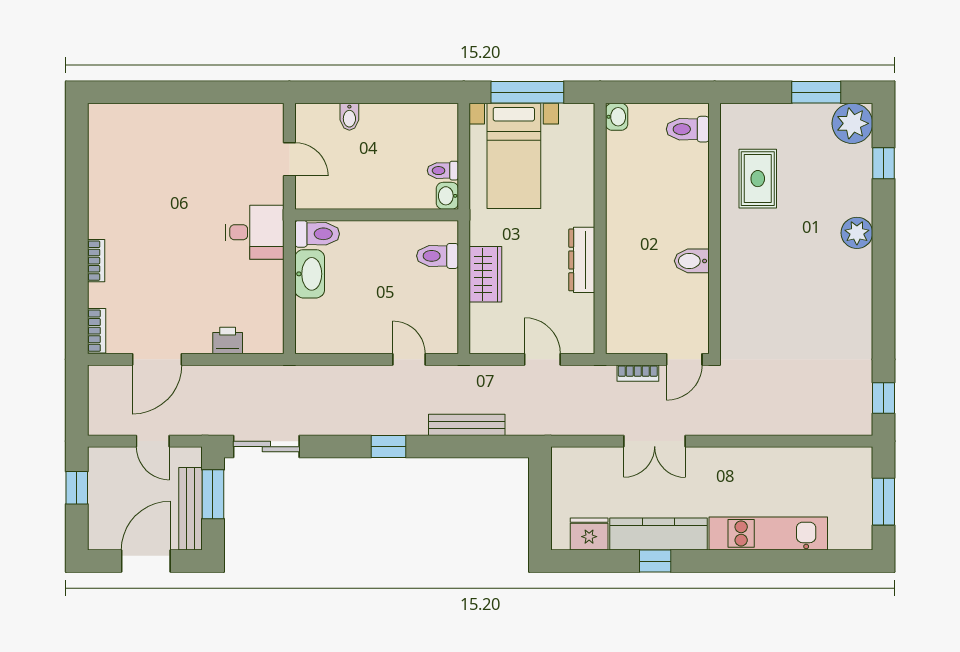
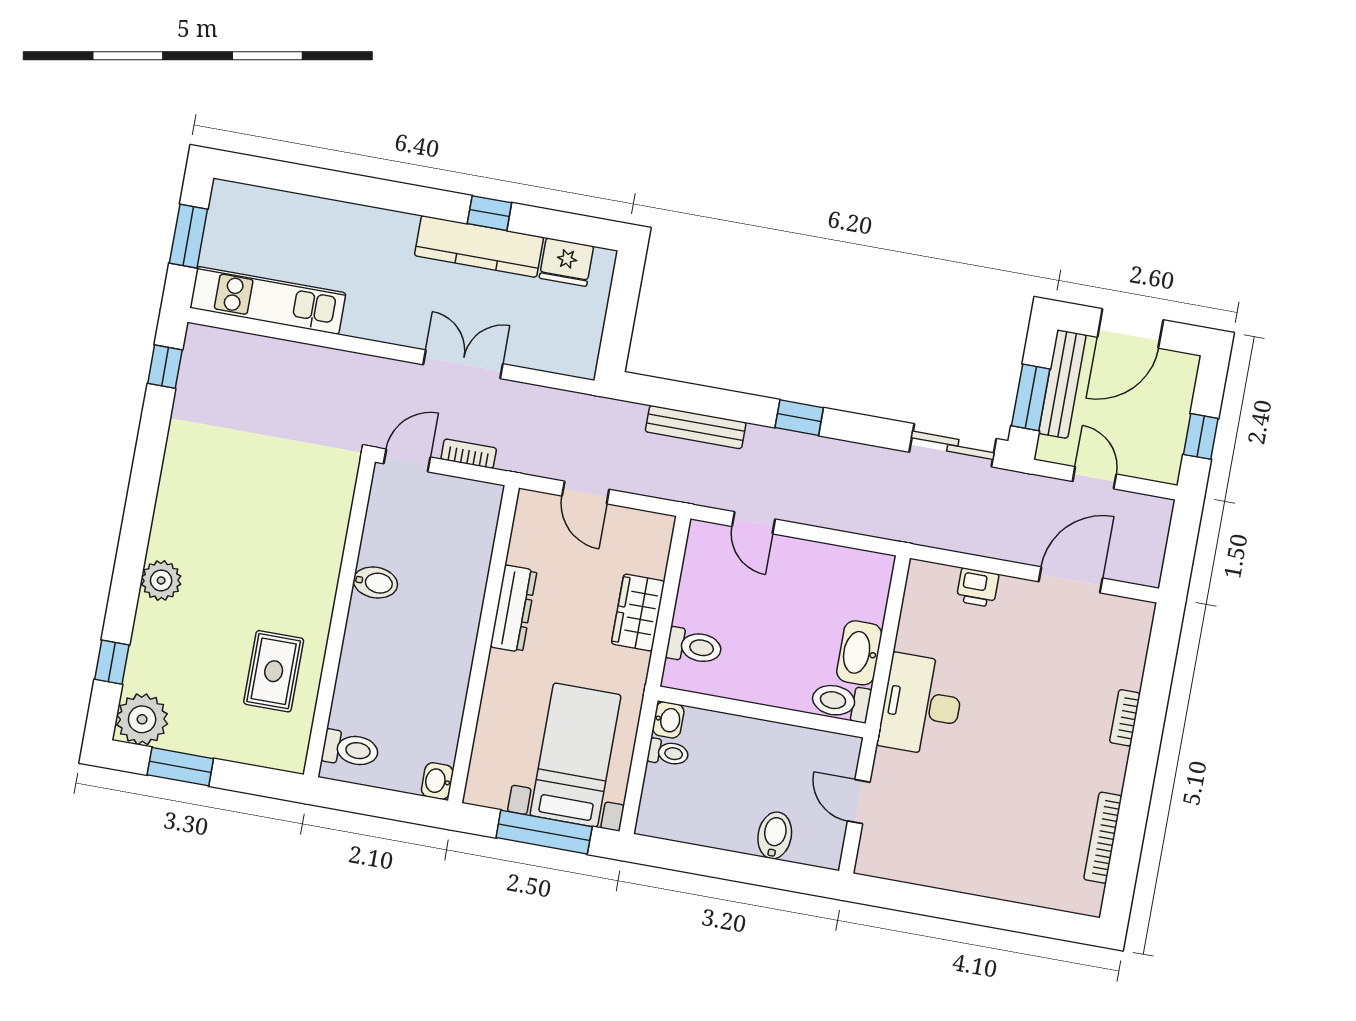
bidet: (349, 117) -> (775, 835), width x1.38, depth x1.36
desk: (255, 232) -> (921, 705), width x1.37
bookcase: (97, 331) -> (1103, 838), moved, width x1.56
kitchen unit: (768, 533) -> (268, 300), moved, turned 180

